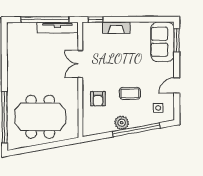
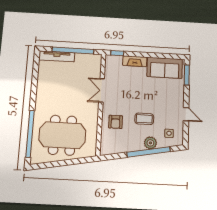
tv unit: (57, 28) -> (57, 56), moved
sofa: (162, 42) -> (165, 68), moved, turned -90
door: (177, 86) -> (186, 114), swing flipped
plant: (122, 123) -> (150, 143), moved

